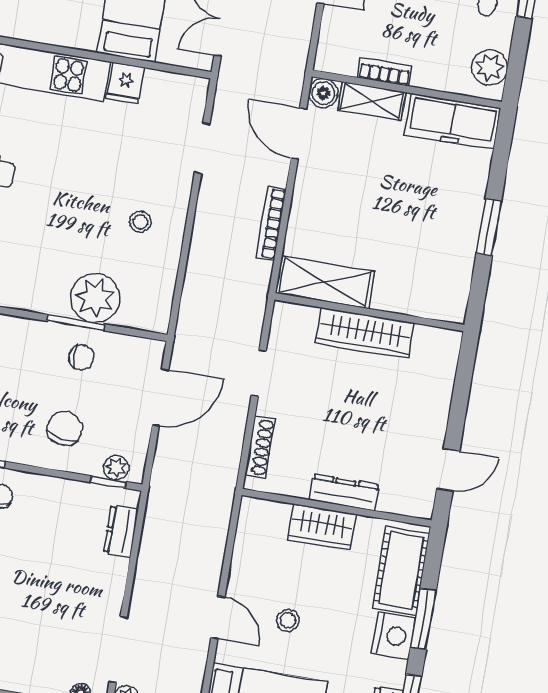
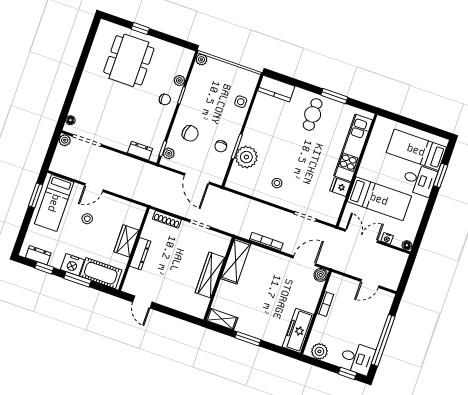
shelving: (372, 101) -> (222, 319), moved, turned 90

